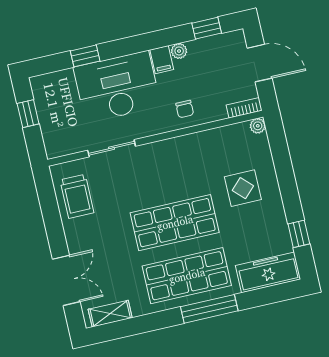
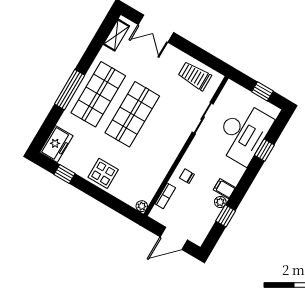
window: (207, 28) -> (226, 216), moved
desk: (117, 87) -> (243, 133), moved
bookcase: (244, 108) -> (165, 196), moved
display table: (243, 188) -> (103, 173), moved
freezer: (268, 272) -> (56, 144), width x0.71

